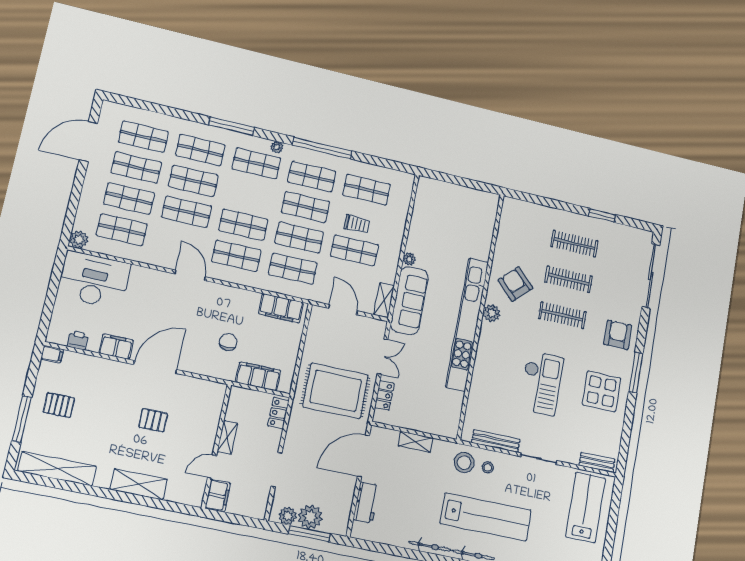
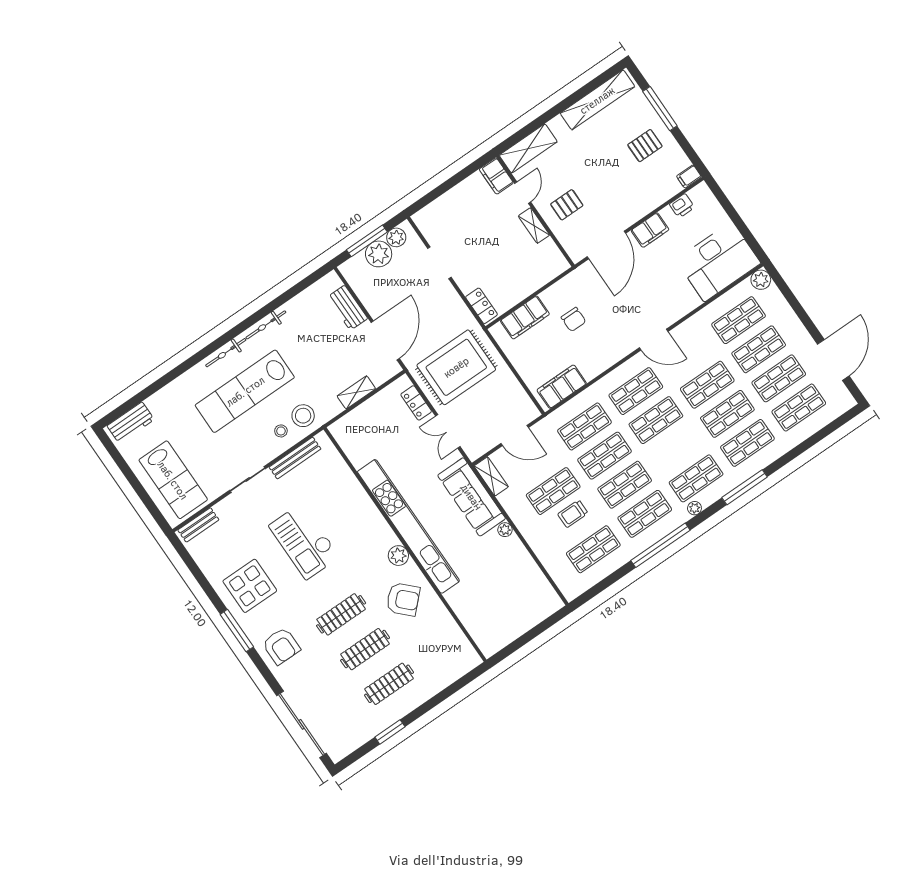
shelving: (227, 437) -> (534, 225), moved
wall: (216, 446) -> (535, 211), moved
door: (212, 467) -> (523, 193), moved
filing cabinet: (218, 496) -> (496, 176), moved

